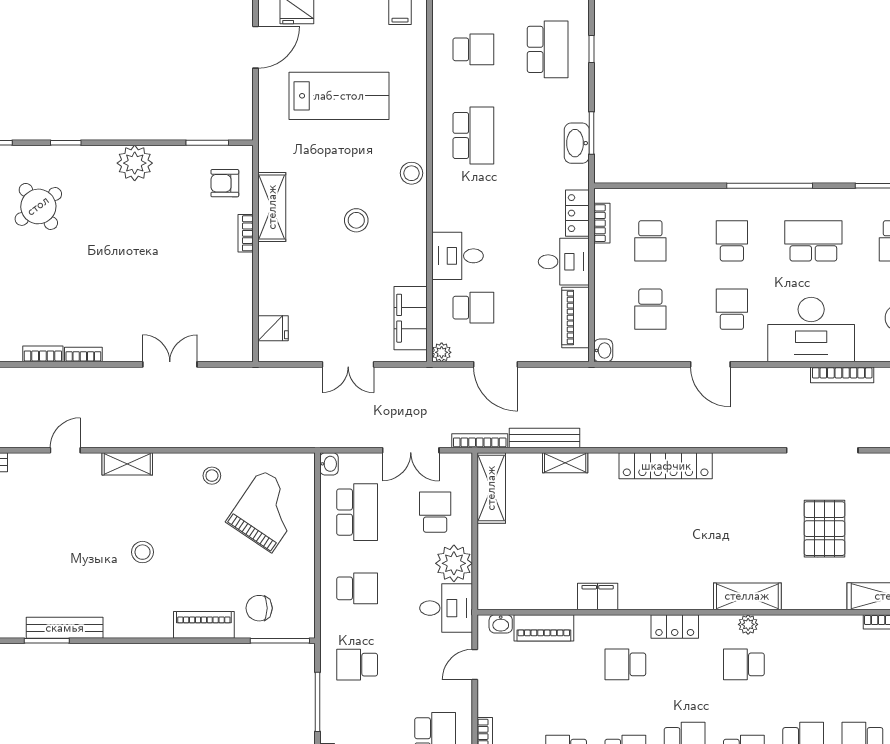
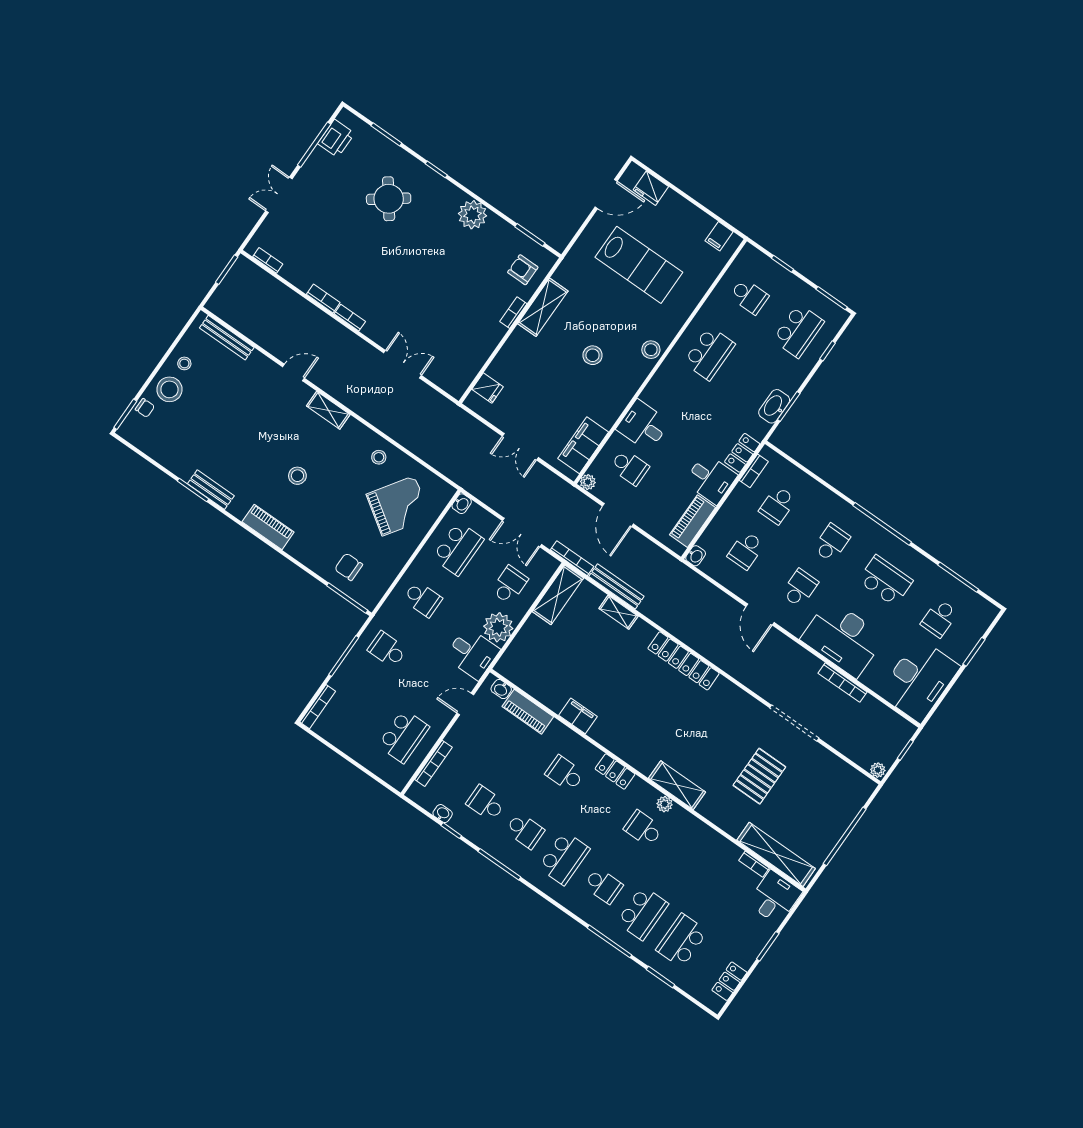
piano: (204, 625) -> (268, 527), moved
bench: (65, 628) -> (211, 490), width x0.73

